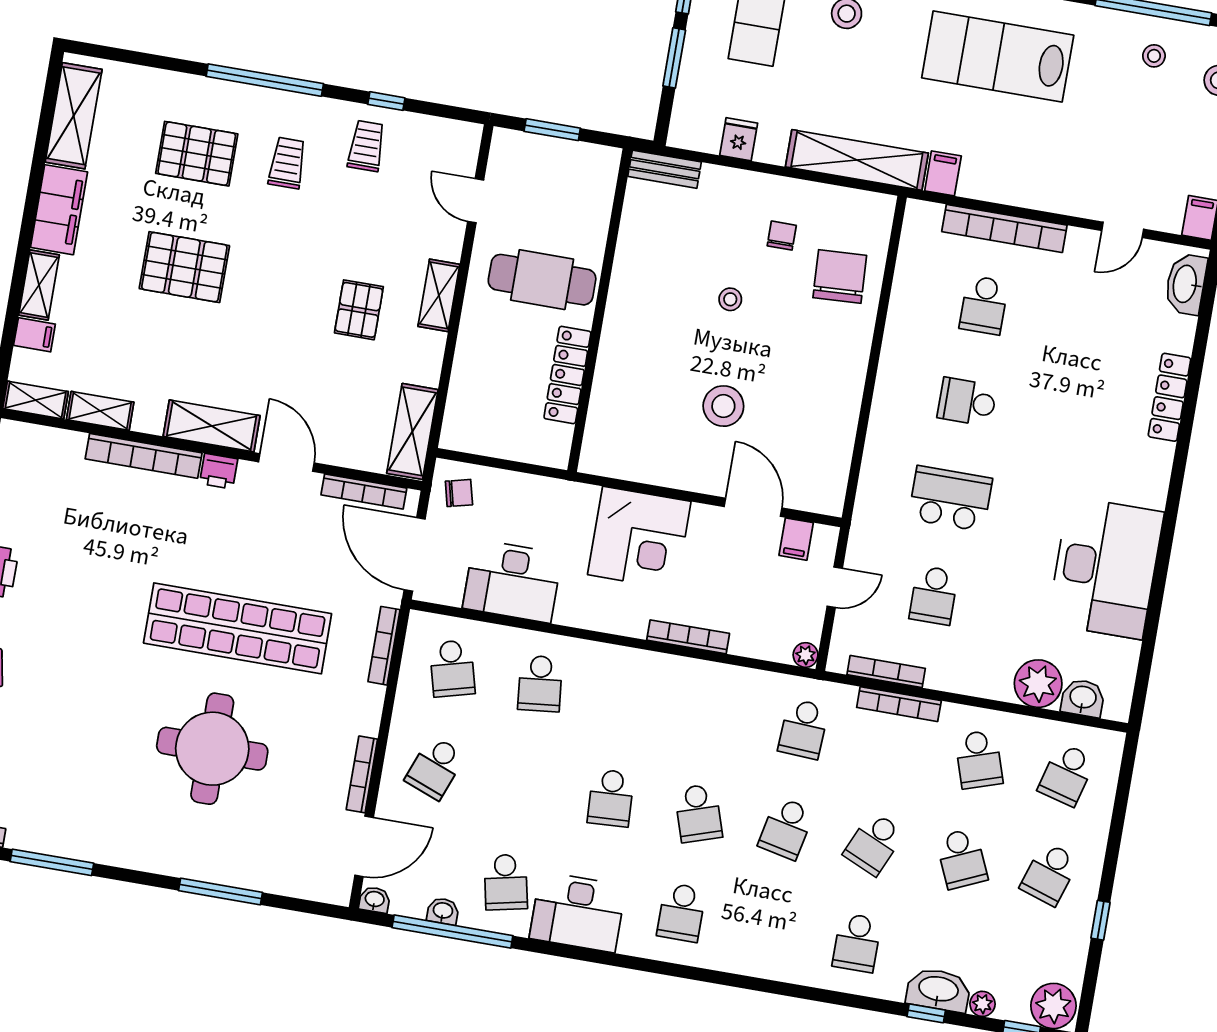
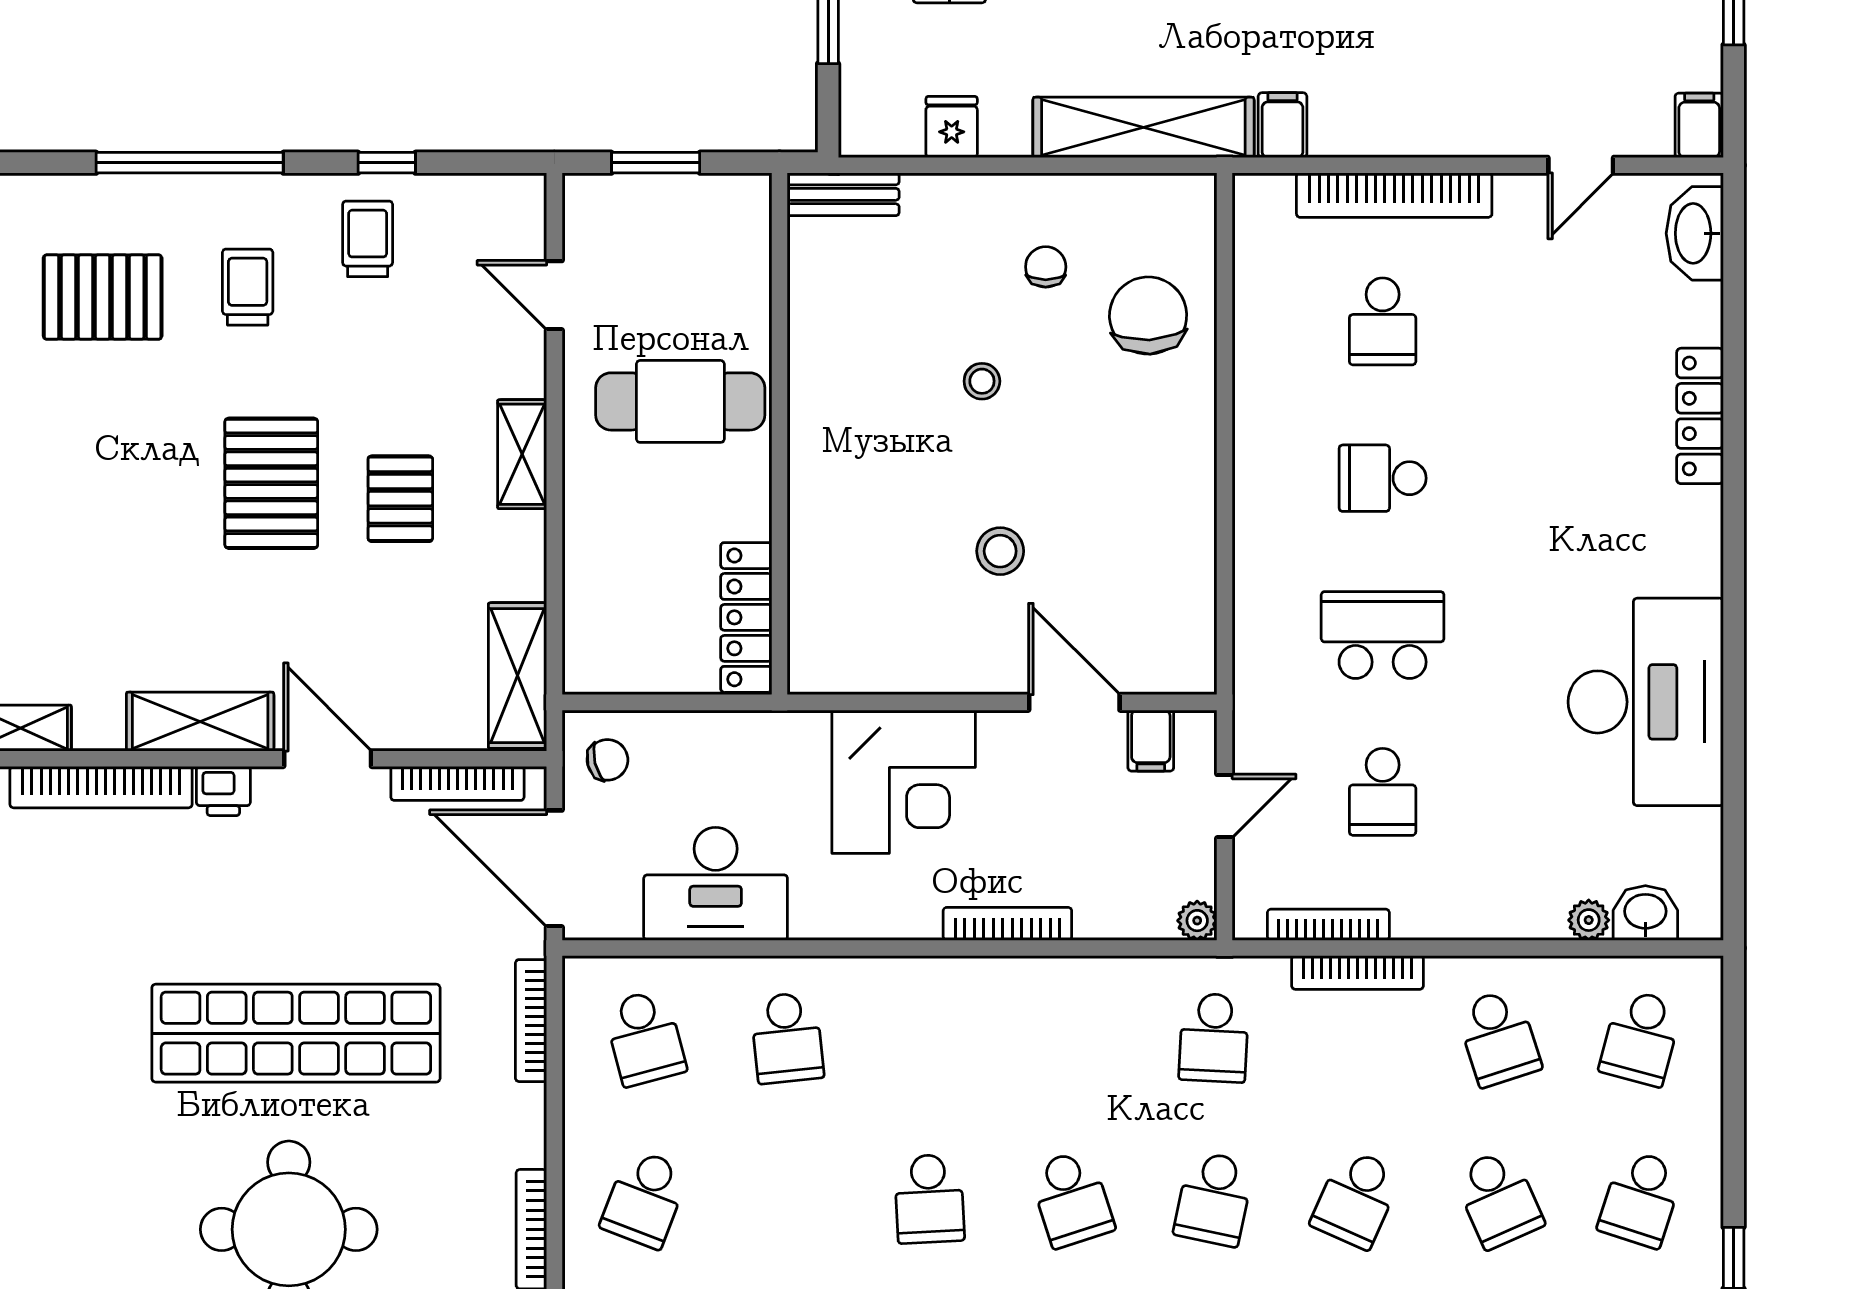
pallet: (184, 267) -> (271, 483), moved, turned 90
locker: (567, 375) -> (746, 617), moved
stool: (723, 406) -> (1000, 551), width x0.73, depth x0.73
plant: (1038, 684) -> (1589, 920), width x0.53, depth x0.53

